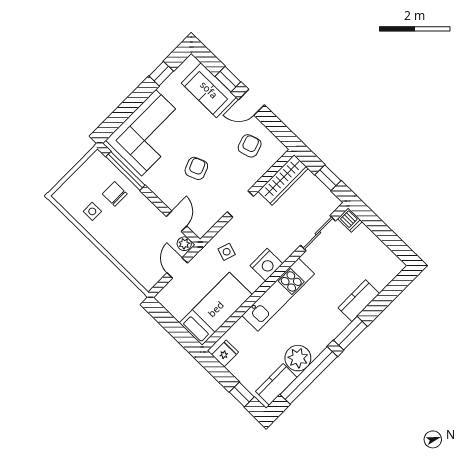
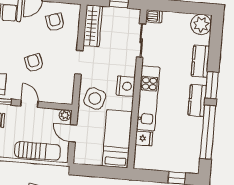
door: (176, 221) -> (29, 104), moved
side table: (227, 252) -> (95, 98), width x1.87, depth x1.87
sun lounger: (129, 256) -> (37, 151), added
fridge: (225, 353) -> (144, 138), moved, turned 90
plant: (298, 358) -> (201, 24), moved
kitchen counter: (276, 384) -> (197, 100), moved

